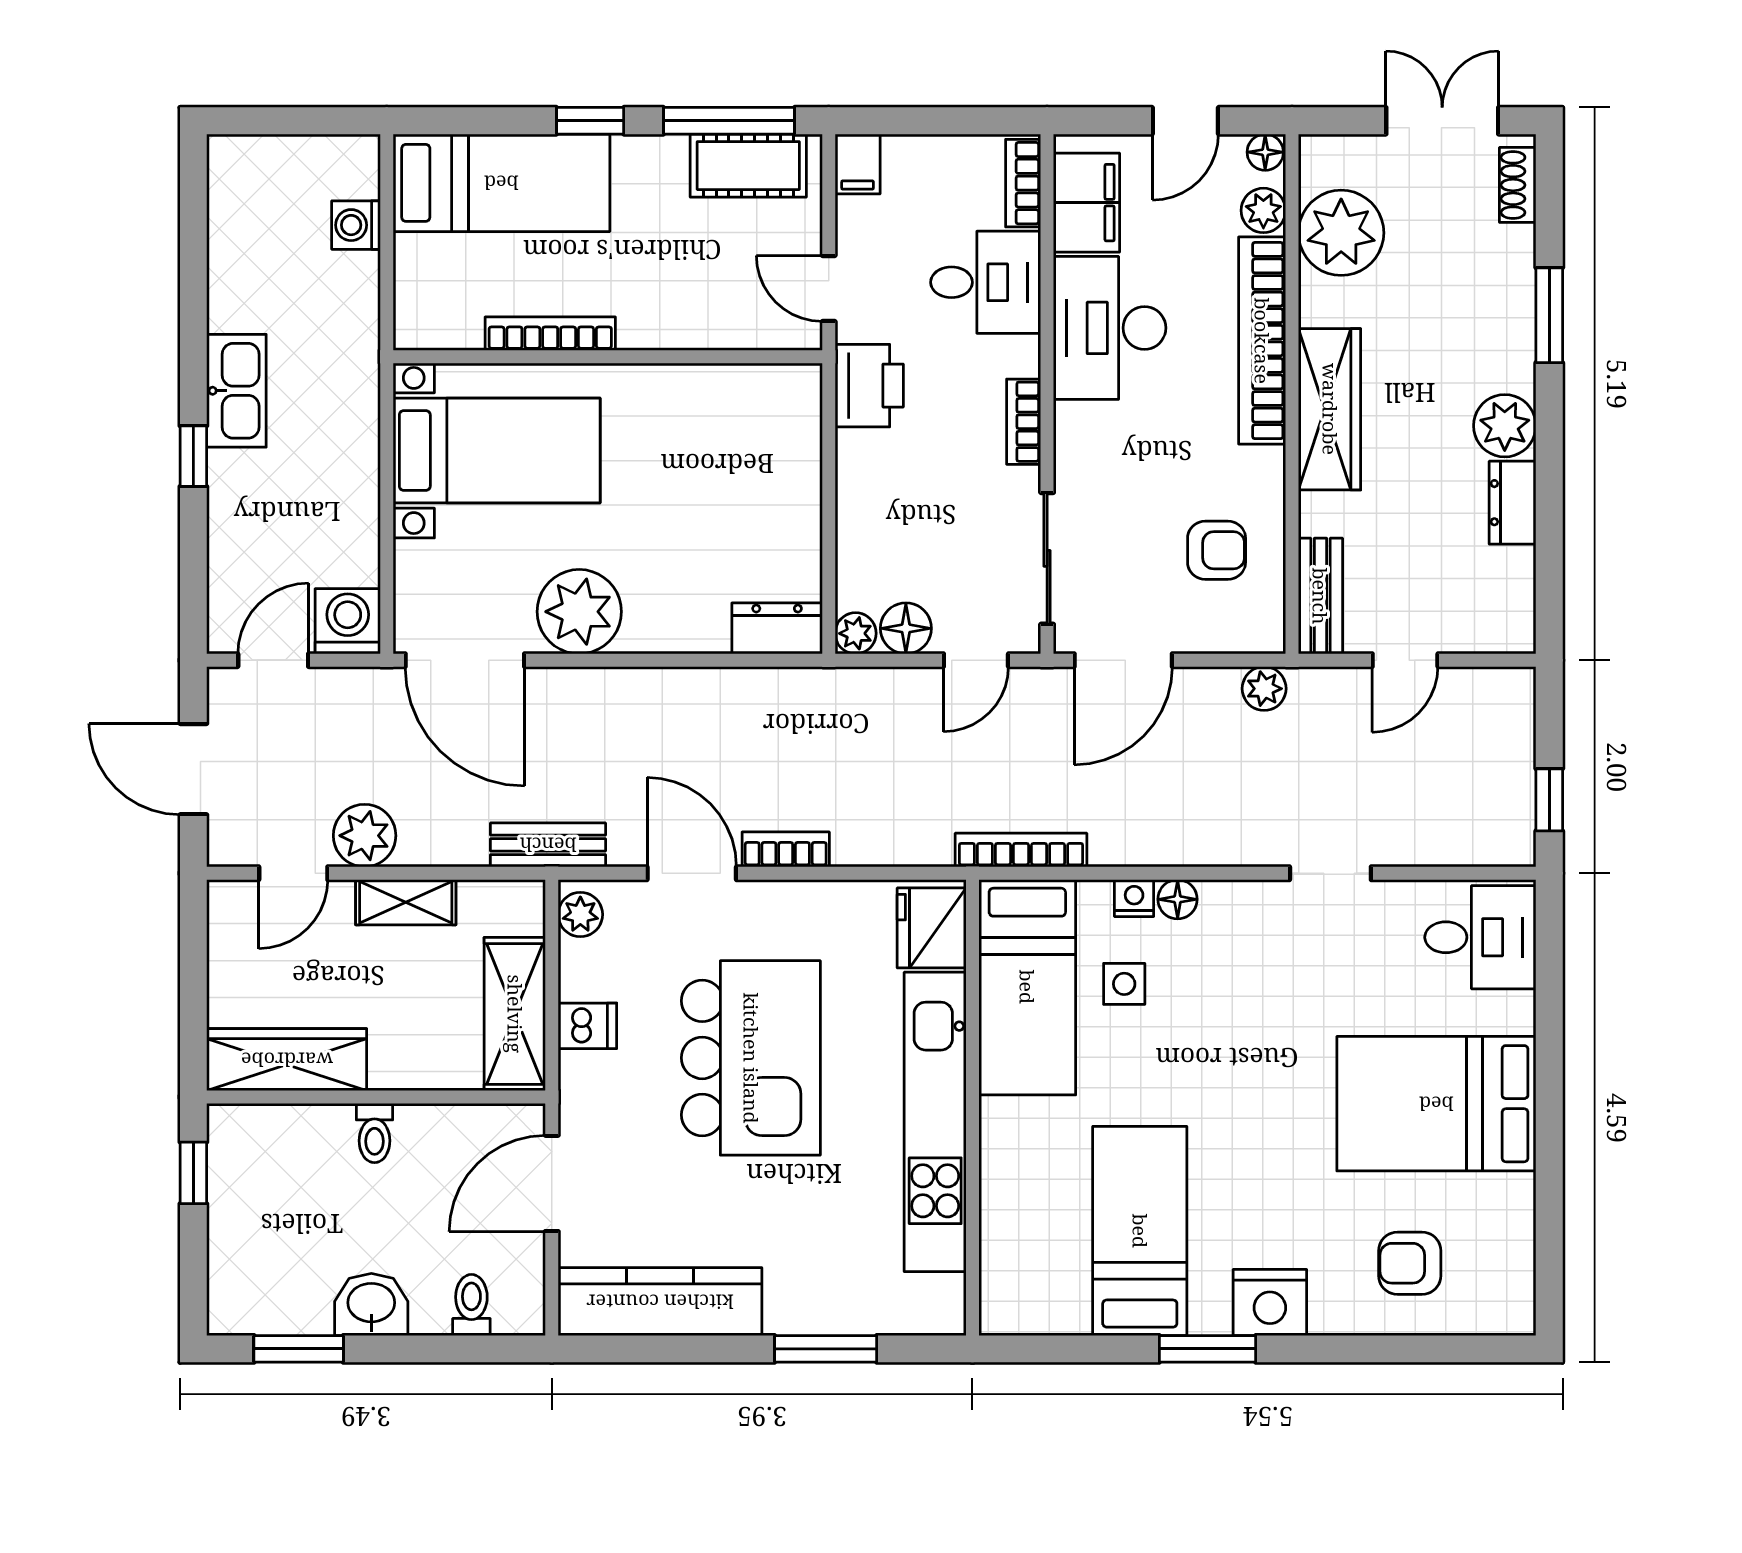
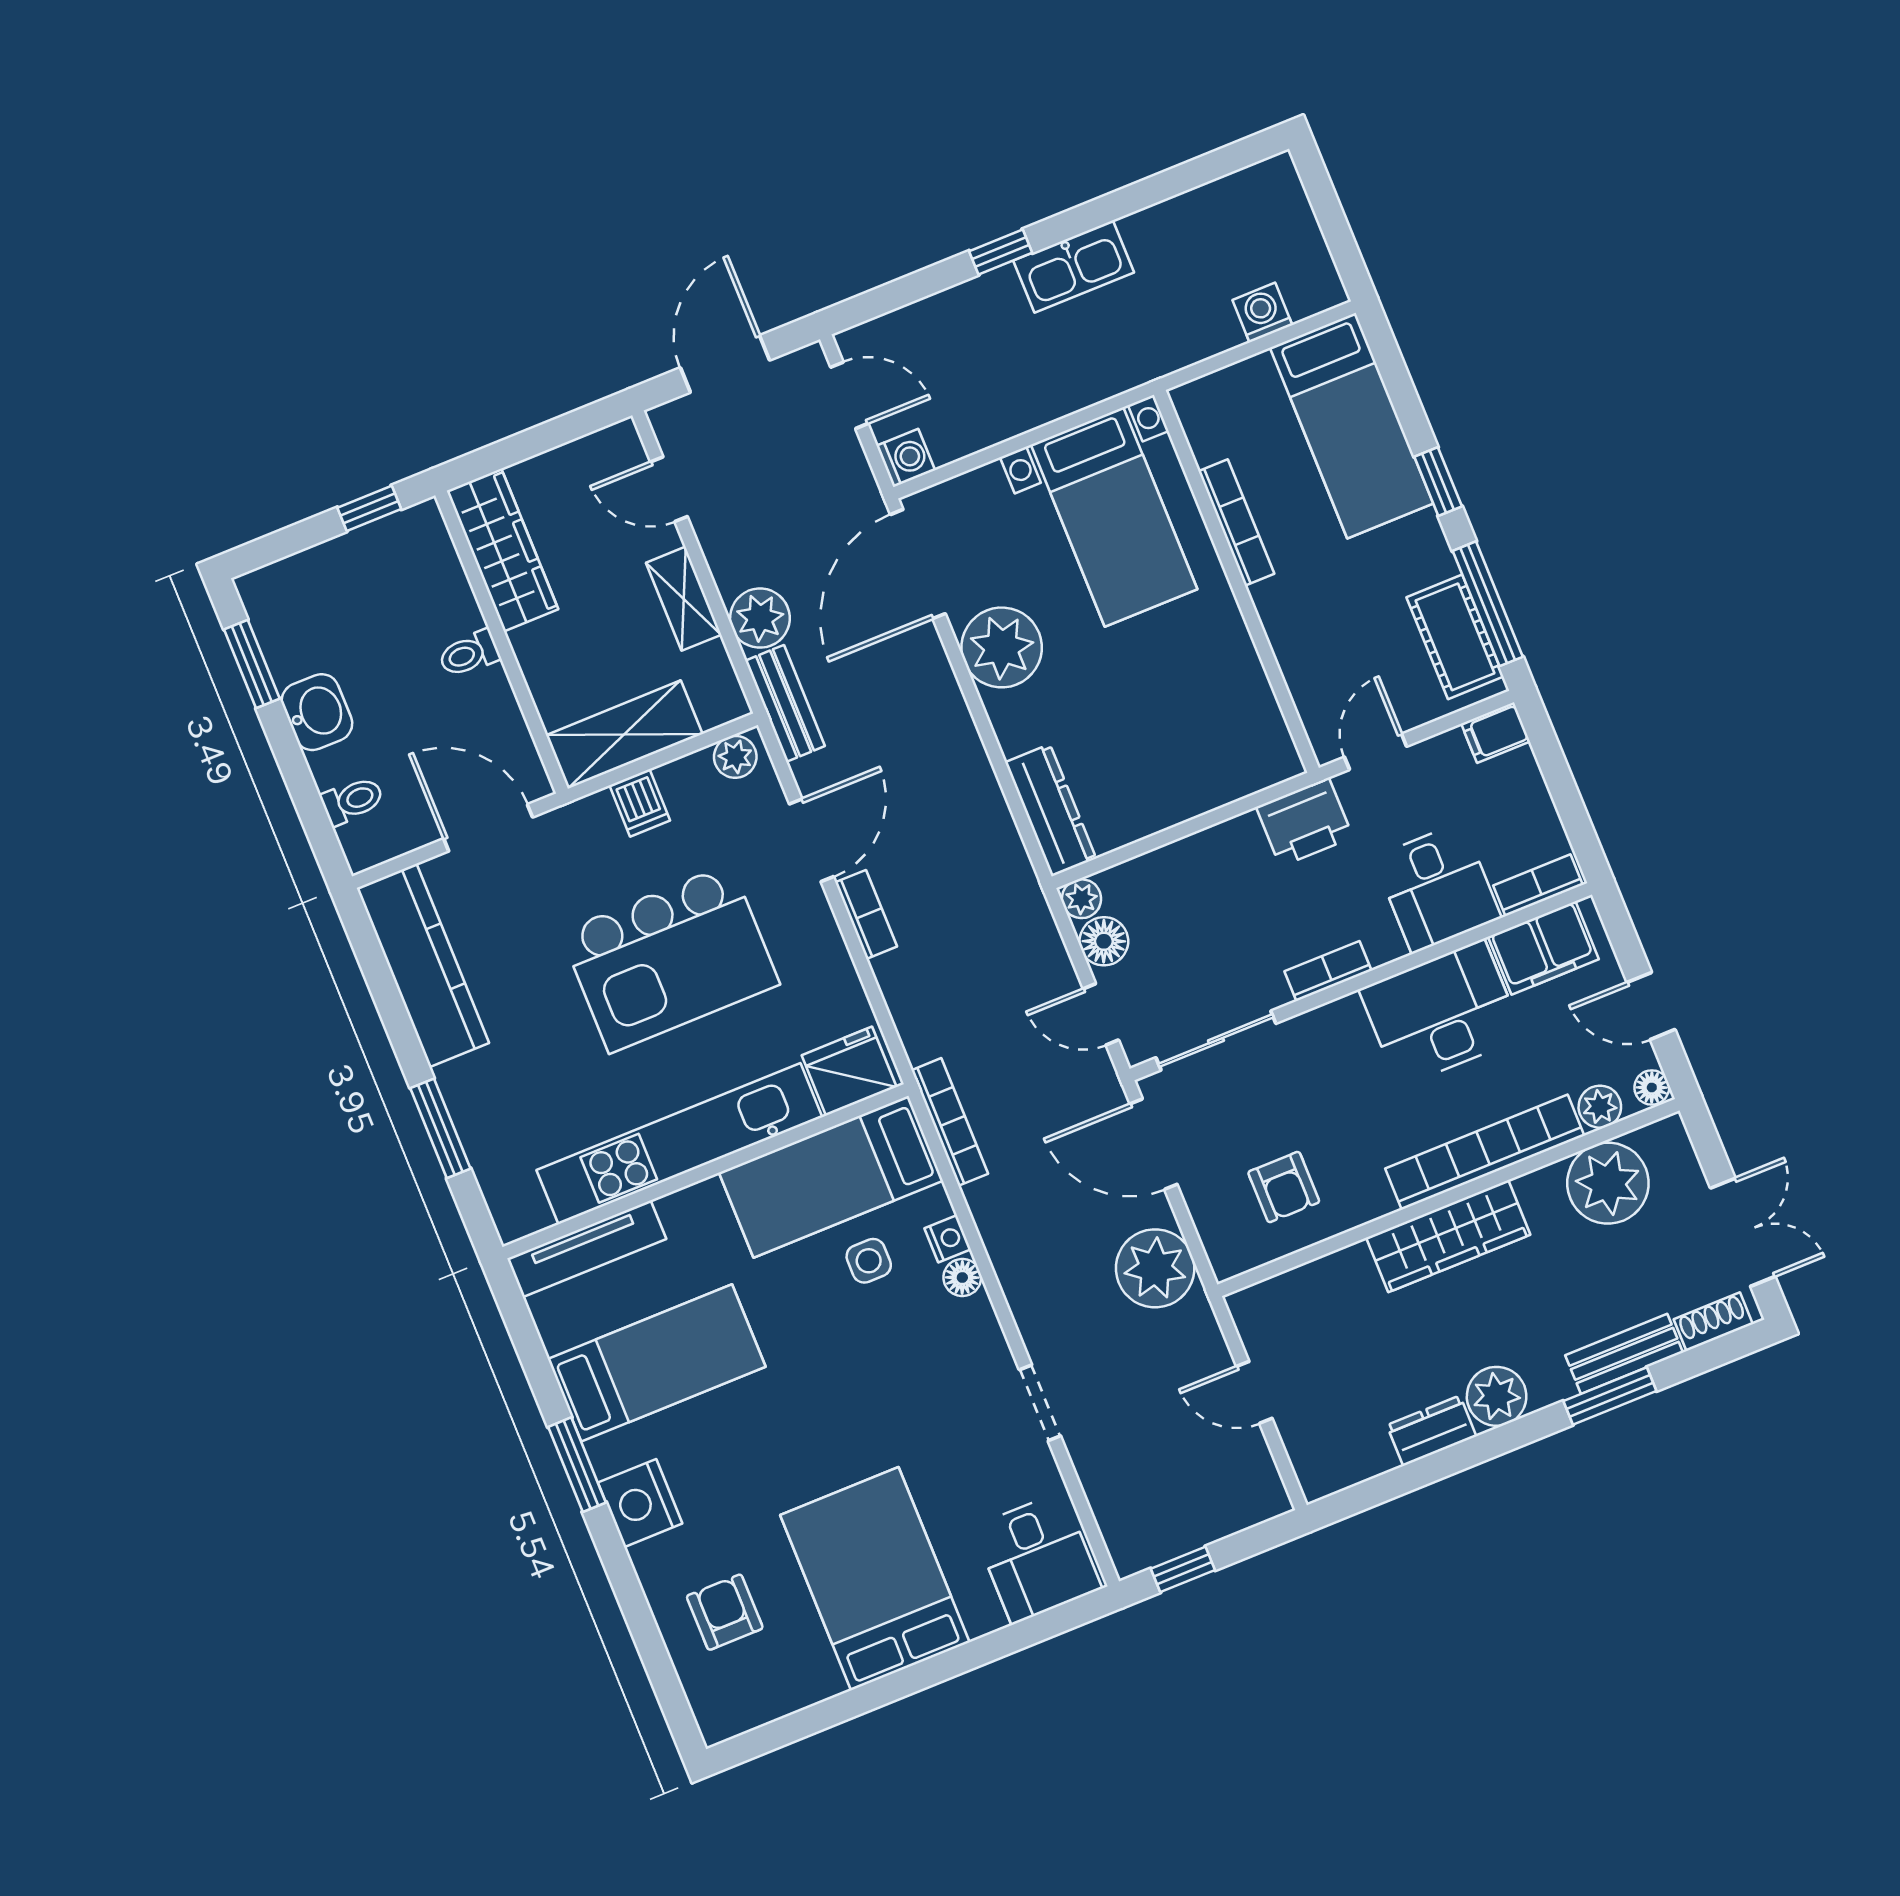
bench: (1320, 596) -> (1624, 1354), moved
washing machine: (348, 621) -> (906, 458), width x0.73, depth x0.73
dresser: (777, 628) -> (1051, 810), width x1.44
plant: (1264, 689) -> (1155, 1268), width x1.88, depth x1.88
plant: (365, 836) -> (760, 618), moved
tv unit: (1001, 1254) -> (587, 1249), added

